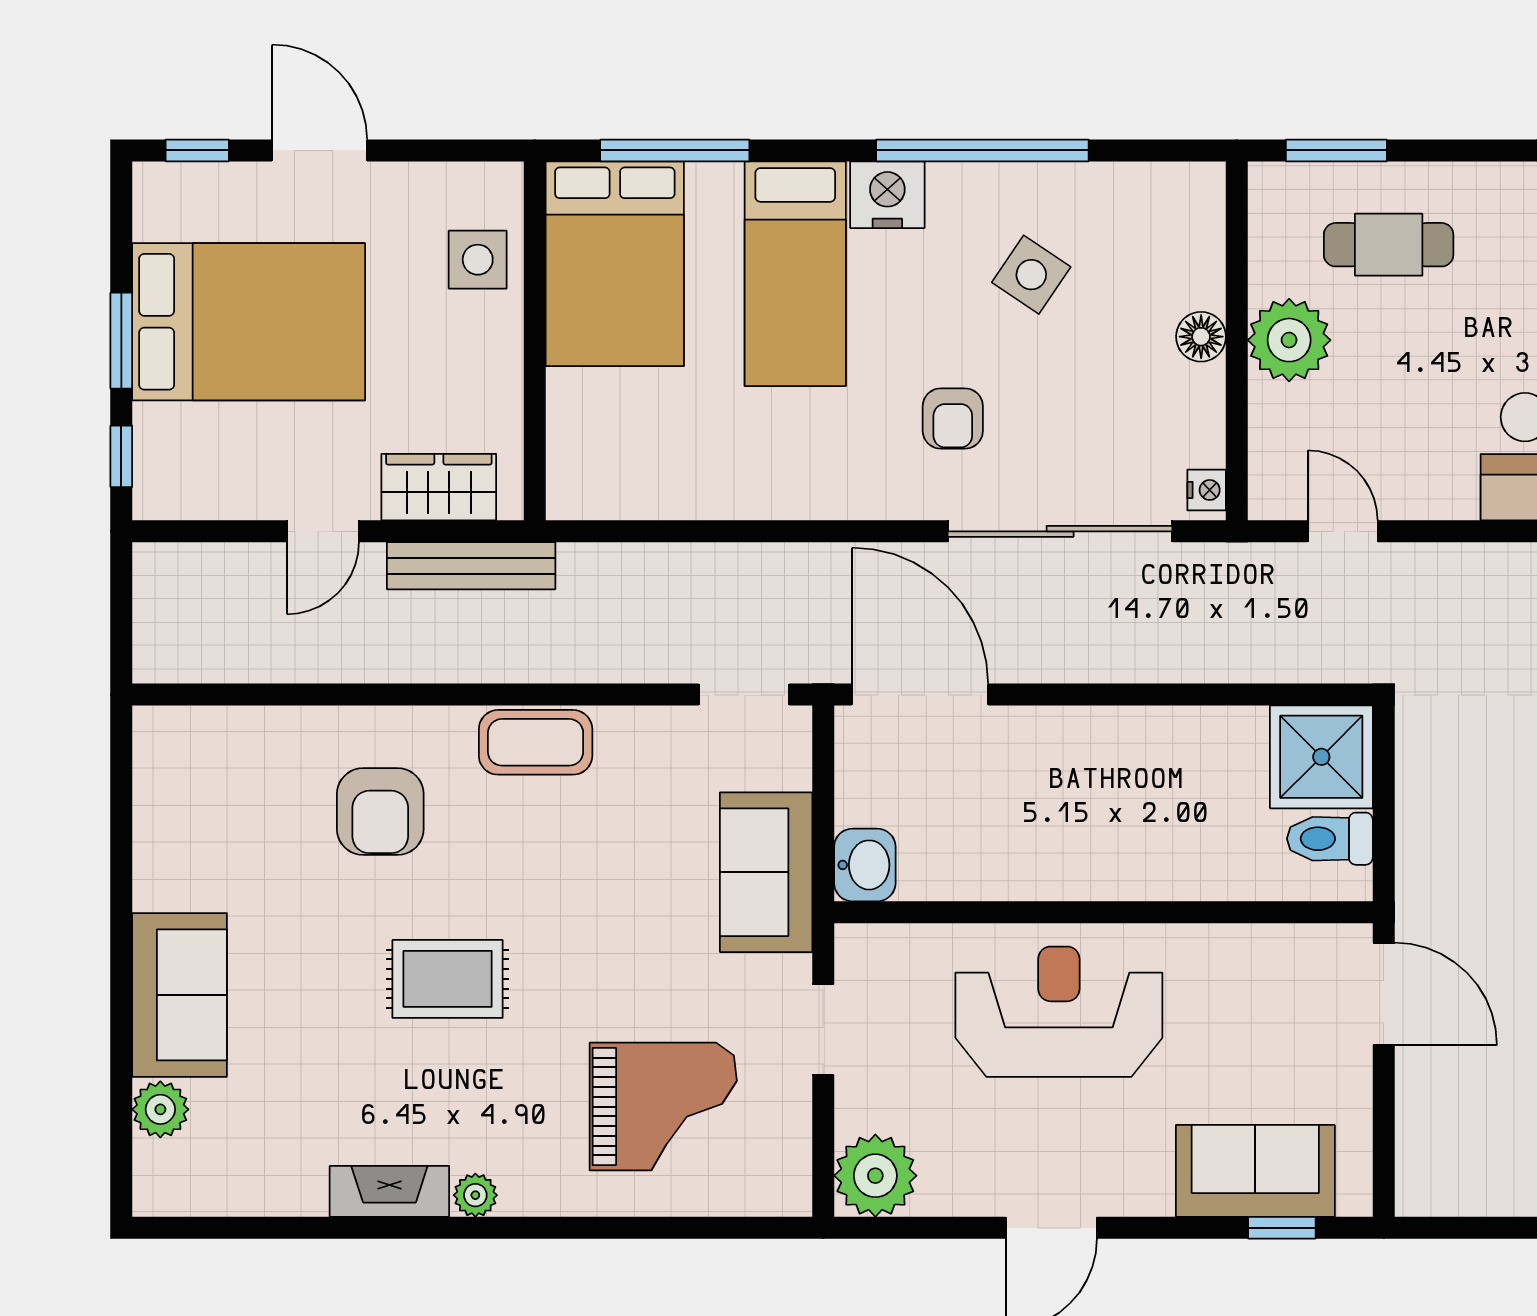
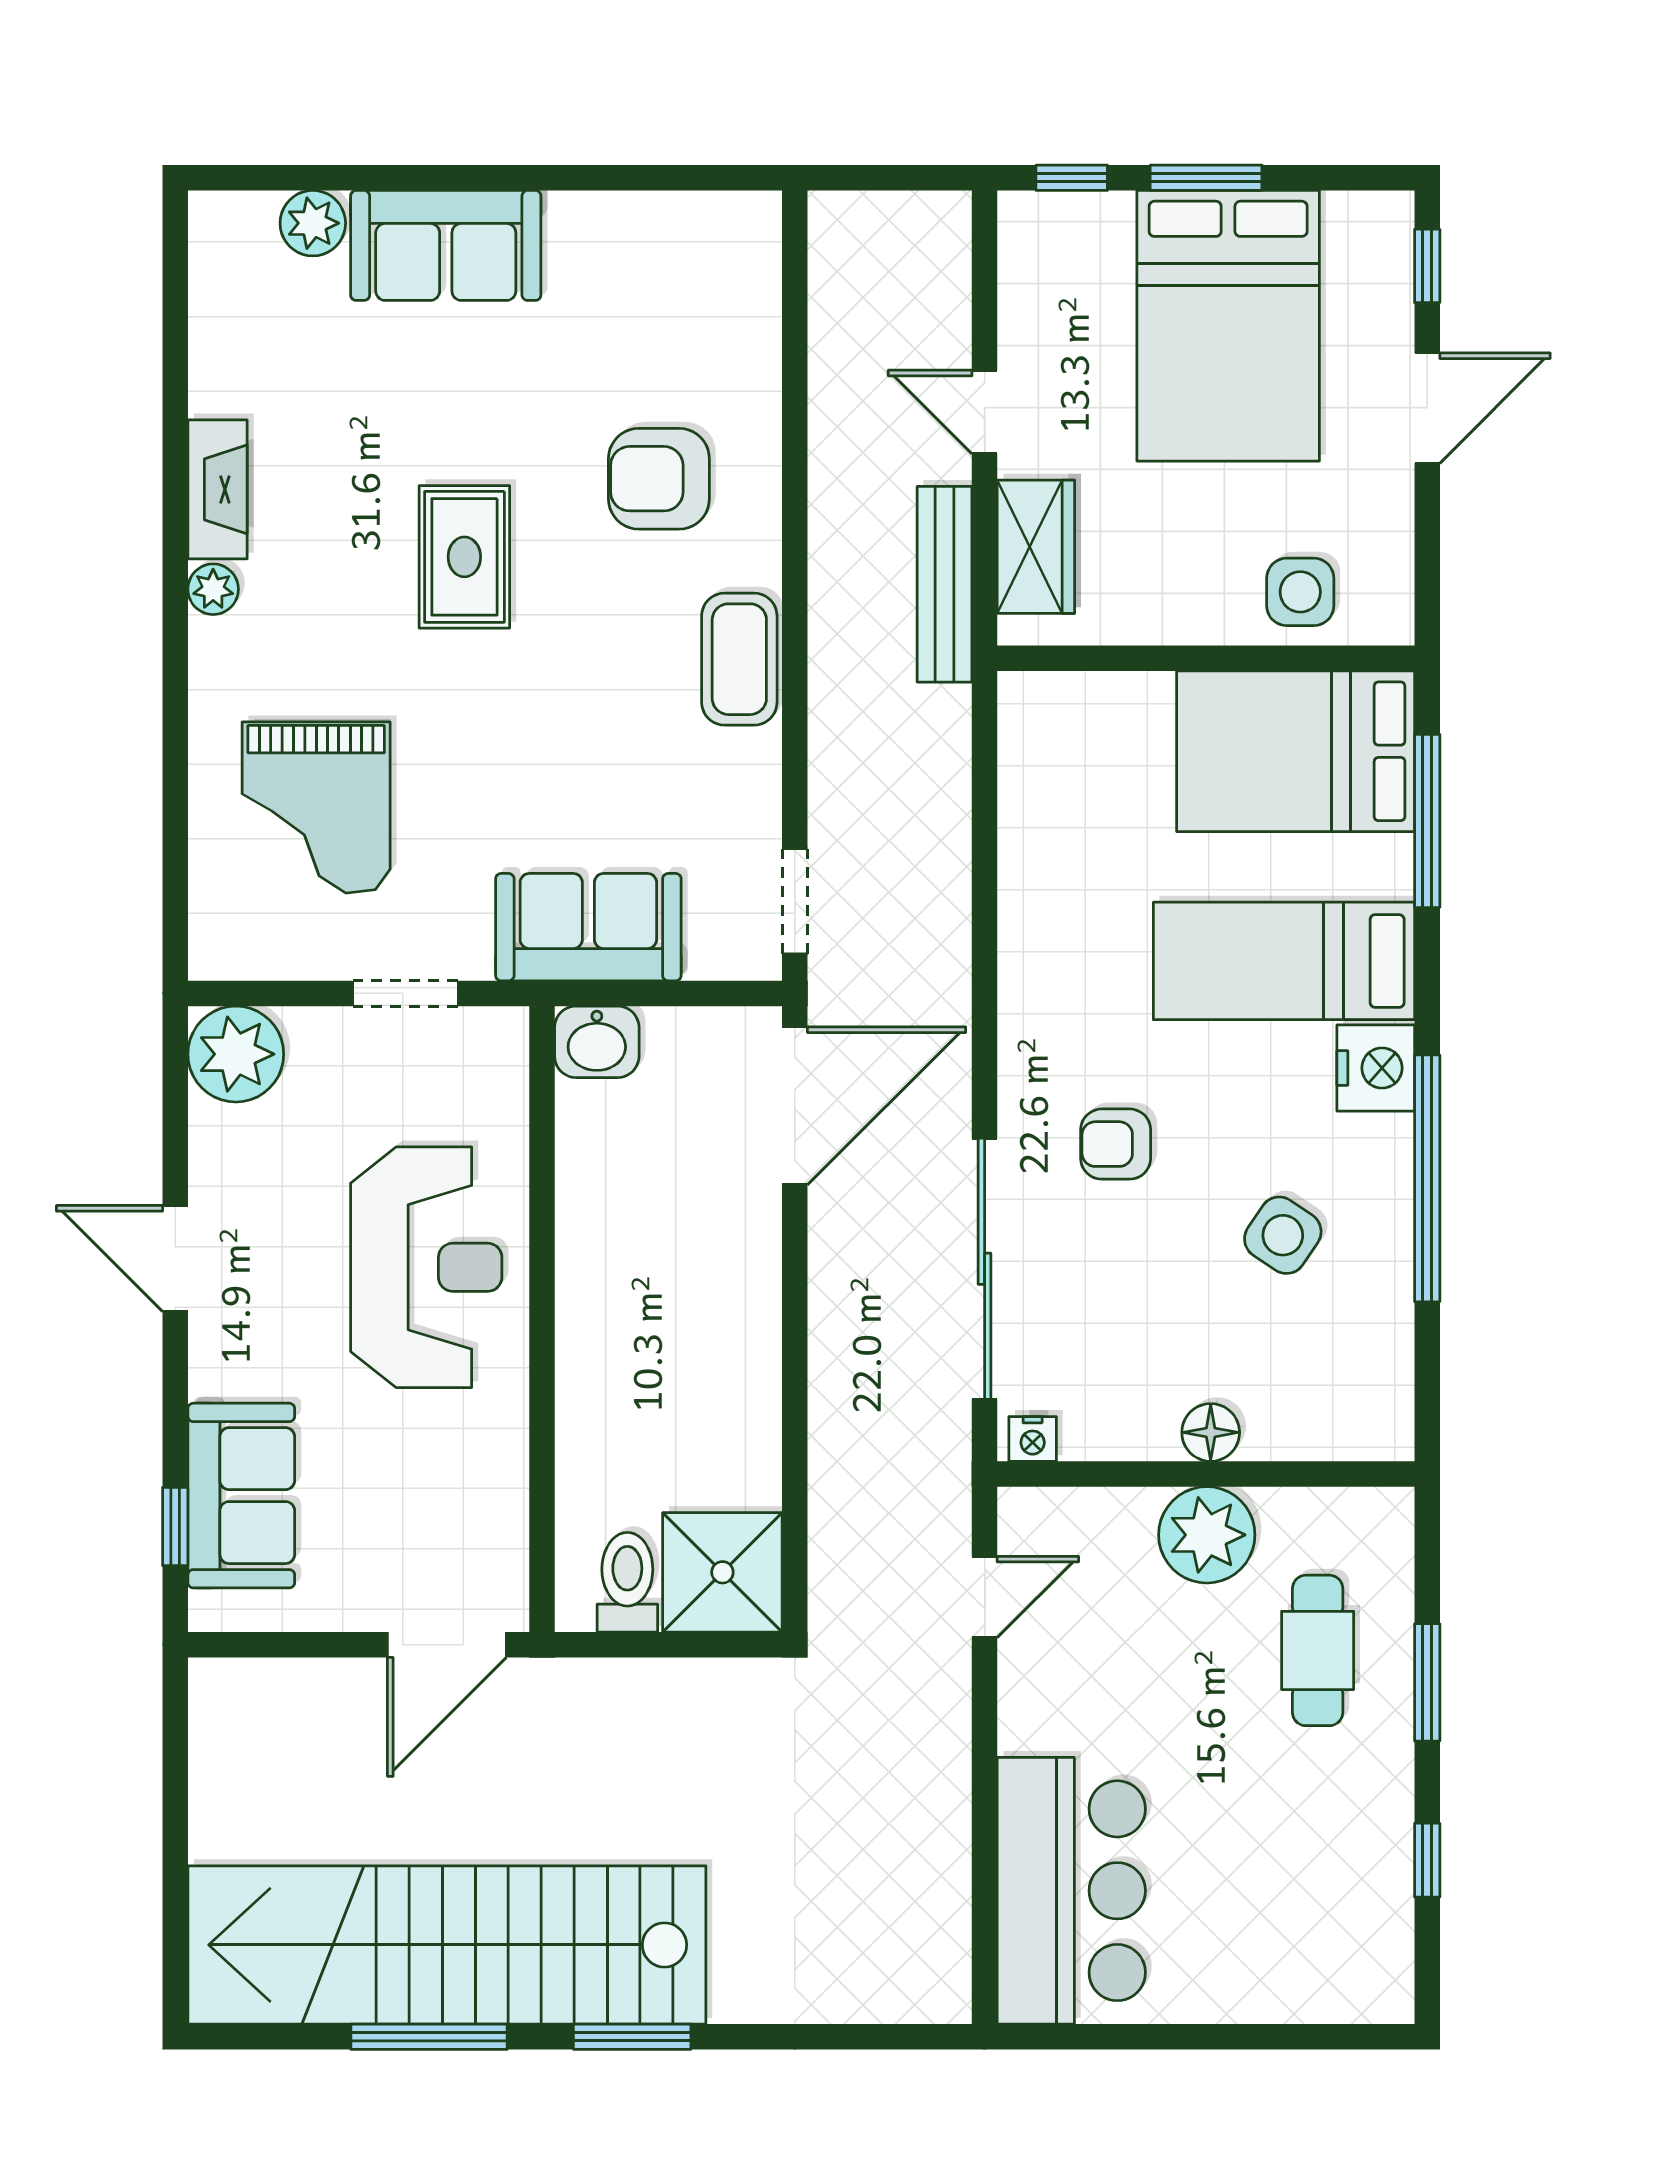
window: (1336, 150) -> (1427, 1682), moved

